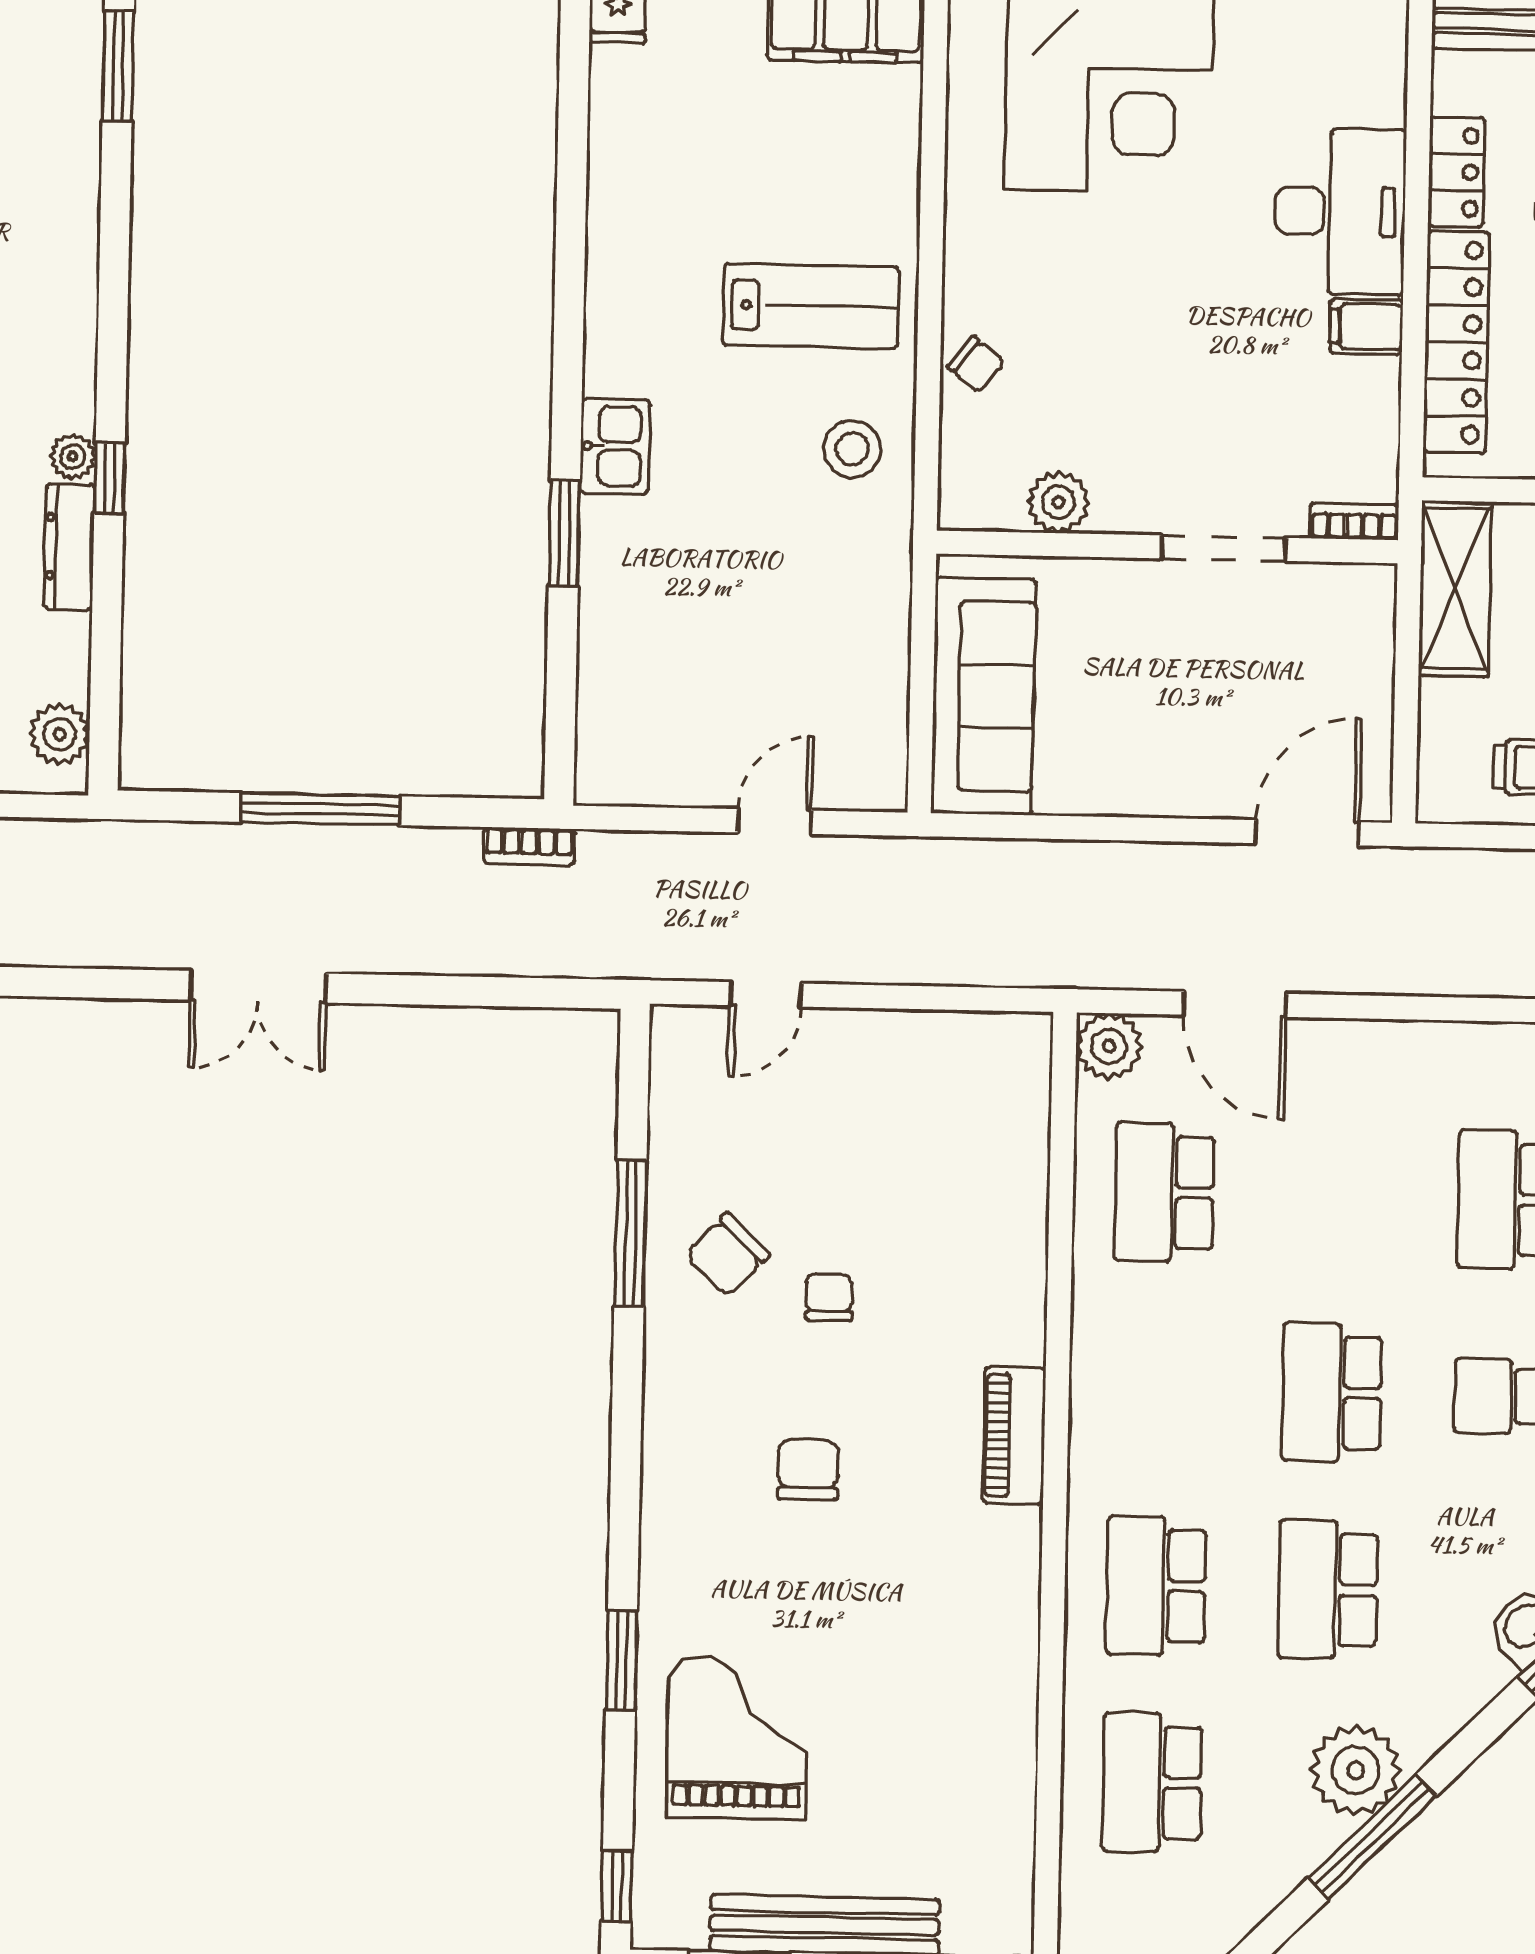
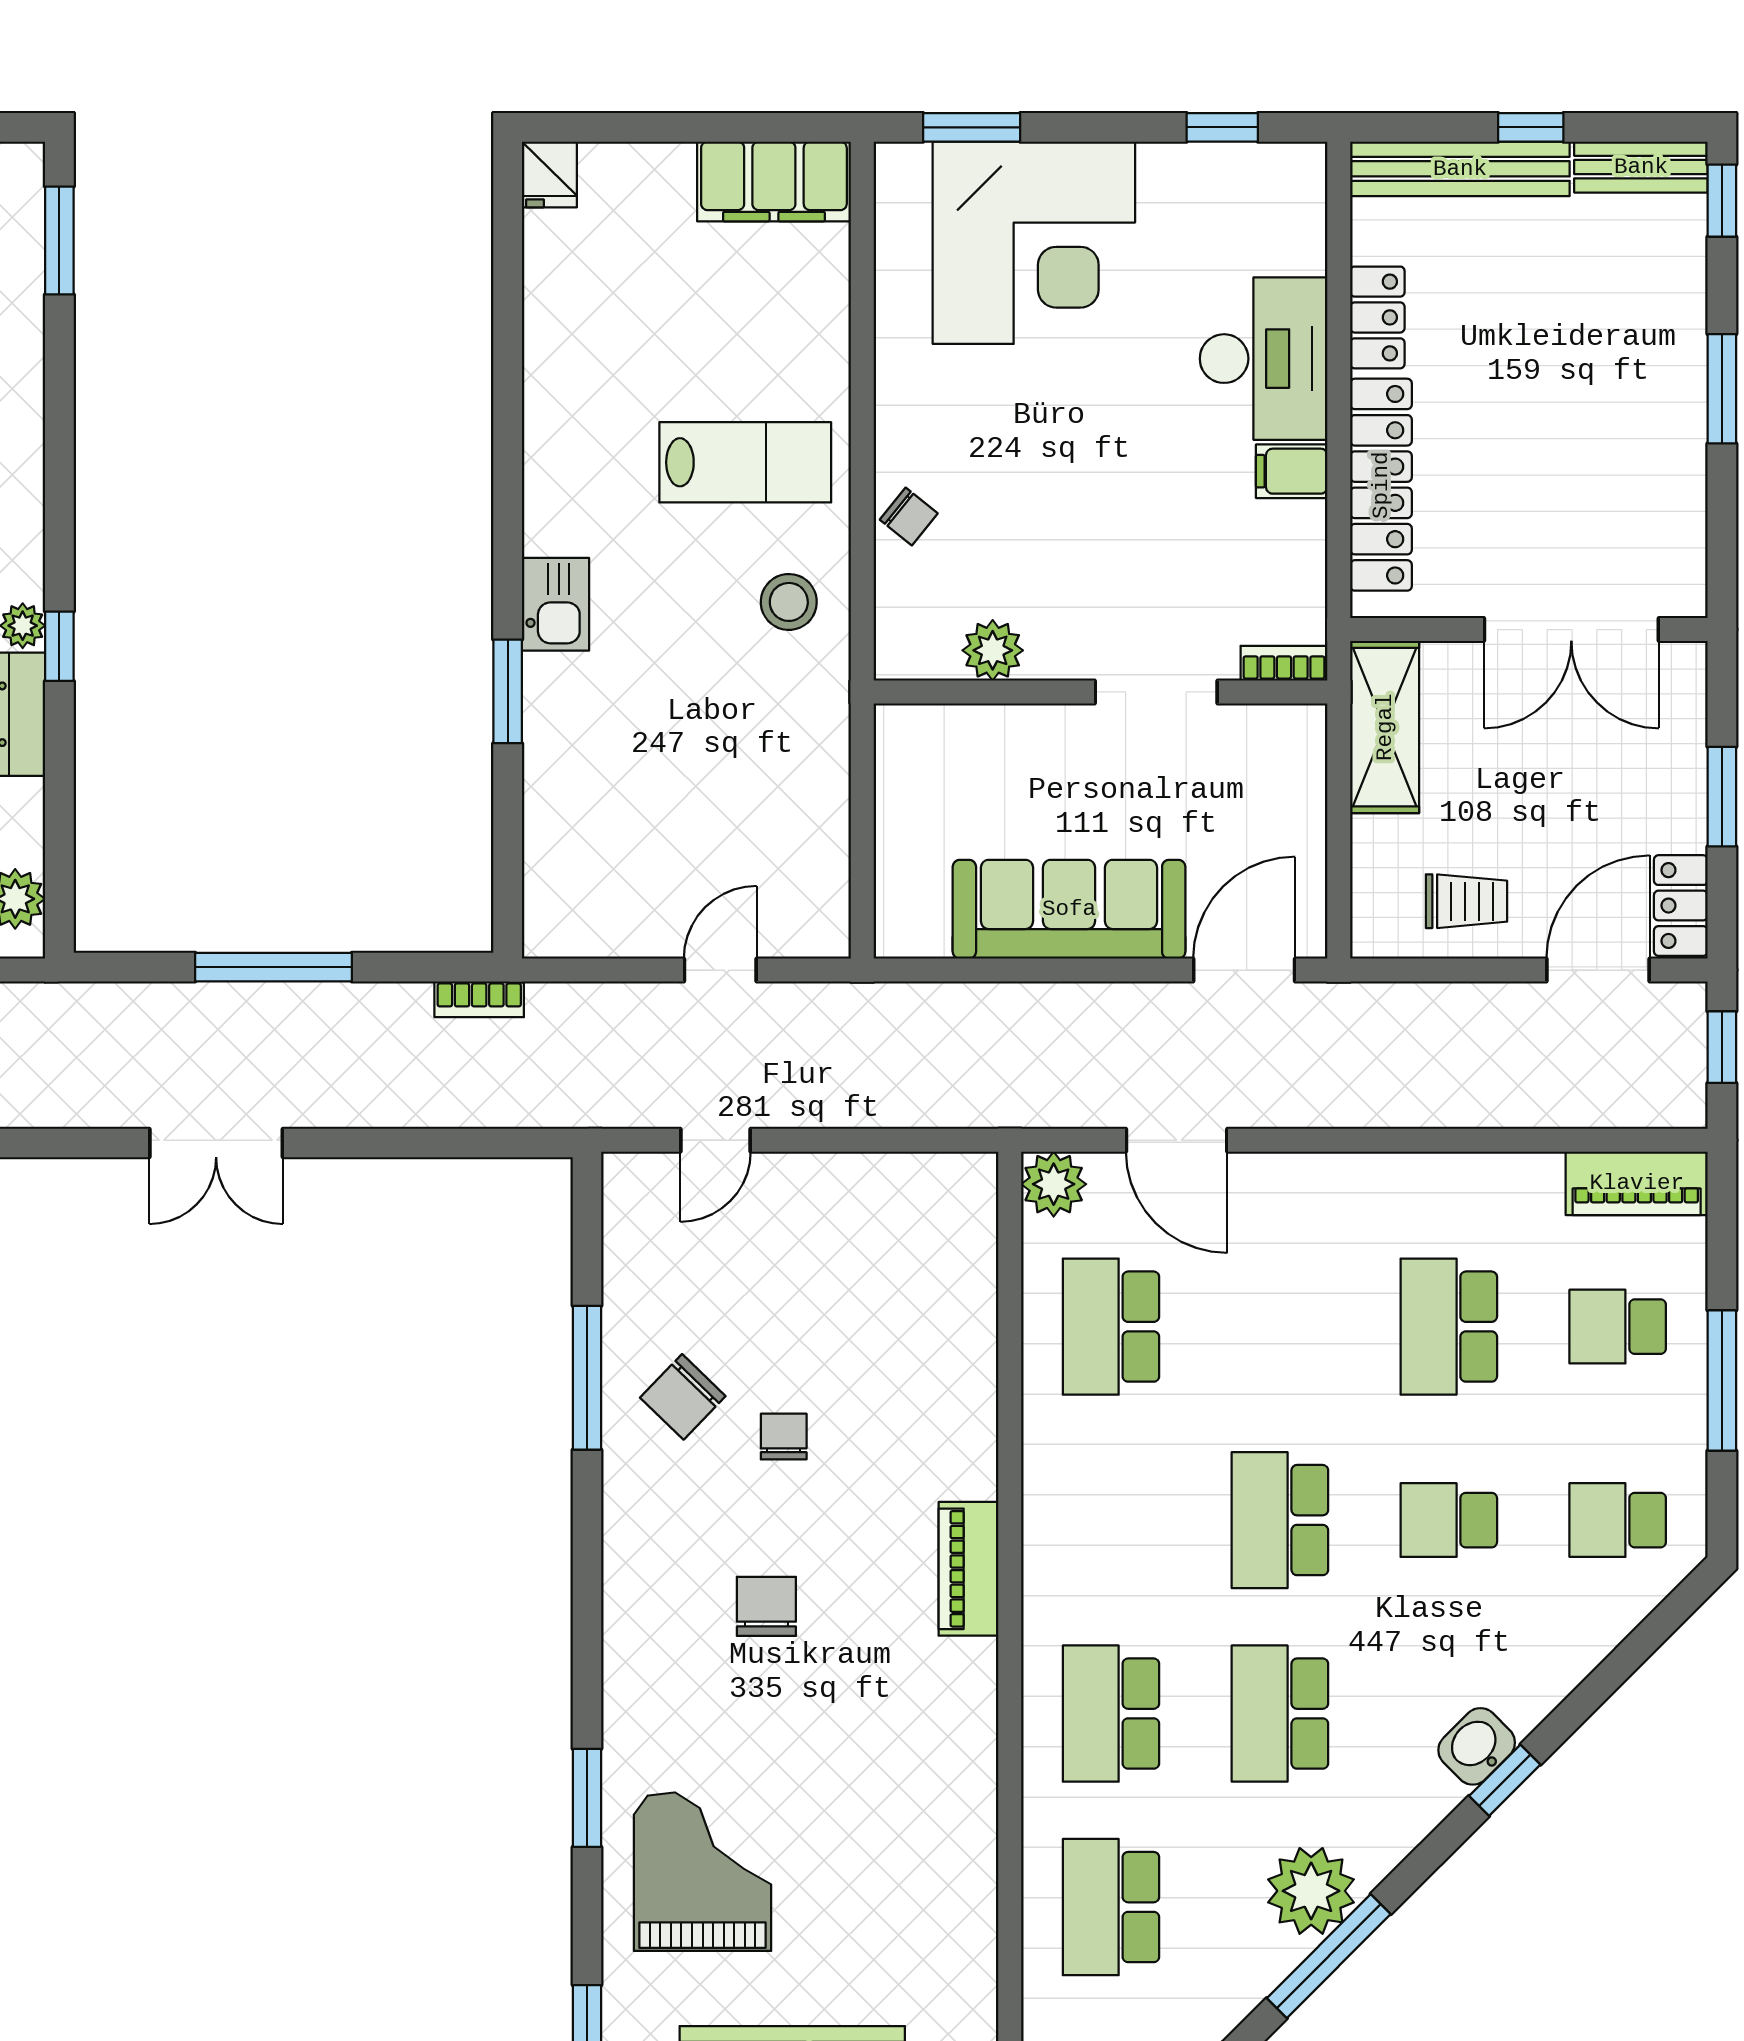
sofa: (983, 696) -> (1069, 909), moved, turned -90

